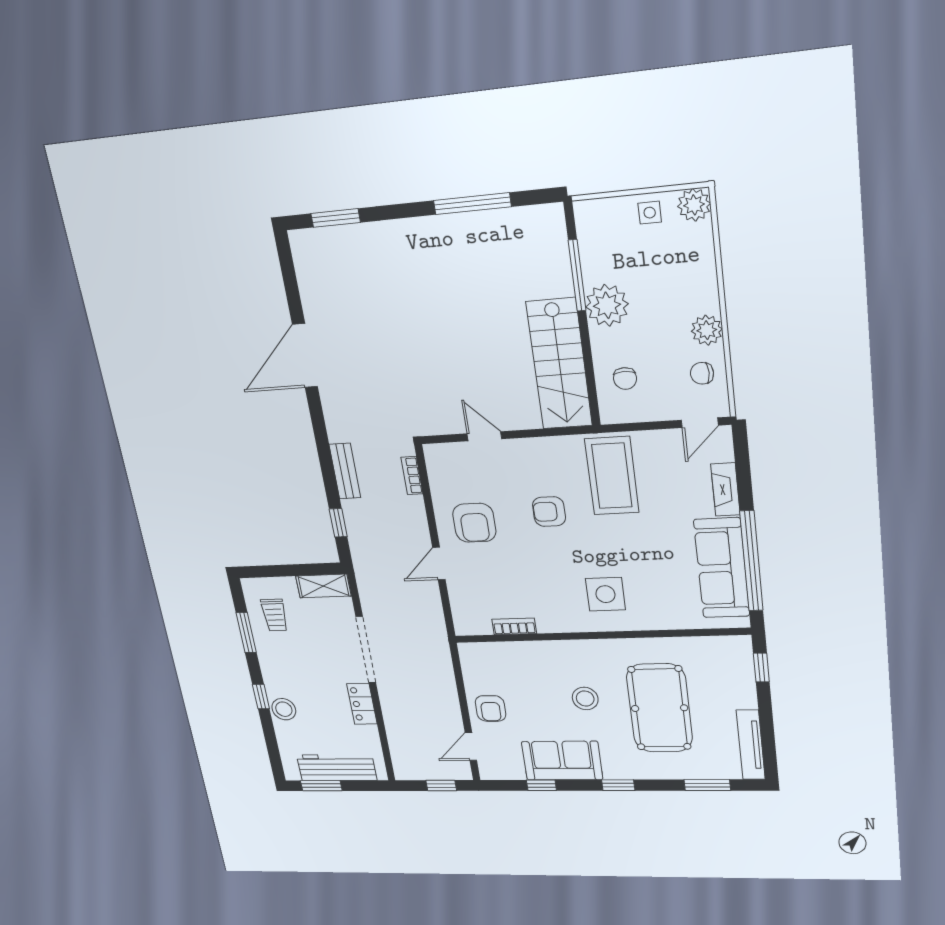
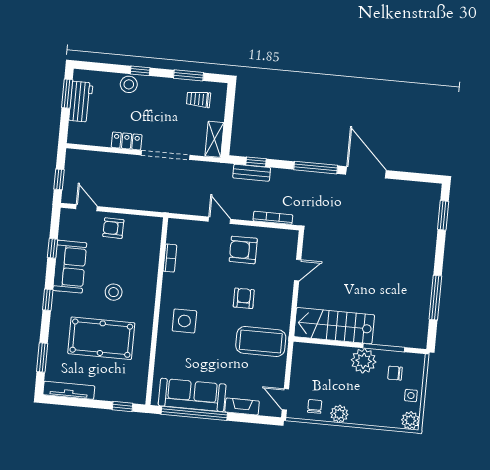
chair: (625, 378) -> (395, 373), moved
window: (321, 434) -> (316, 168), added
bench: (345, 471) -> (252, 173), moved
bookcase: (412, 476) -> (273, 218), width x1.56
workbench: (337, 768) -> (81, 102), width x0.73

